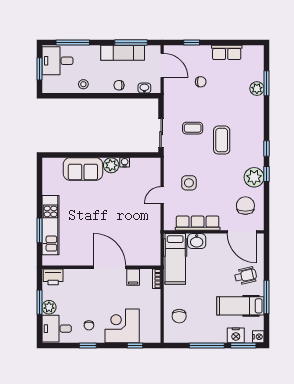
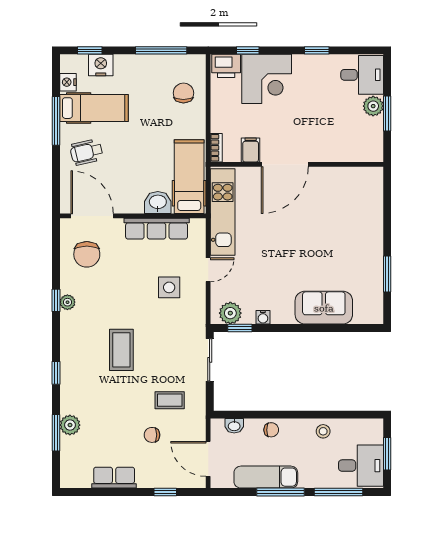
window: (131, 43) -> (281, 492), moved
coffee table: (193, 128) -> (170, 400), moved
window: (266, 148) -> (56, 373), moved
window: (140, 155) -> (240, 328), added
plant: (111, 165) -> (230, 313), moved
plant: (254, 177) -> (67, 302), width x0.53, depth x0.53
kitchen unit: (51, 225) -> (223, 212), moved, turned 180
window: (40, 230) -> (387, 274), moved
door: (110, 267) -> (285, 164), hinge flipped
printer: (53, 277) -> (226, 66), moved, turned 180
chair: (89, 325) -> (315, 80), removed
nightstand: (258, 337) -> (68, 82), moved
window: (207, 345) -> (161, 50), moved
window: (243, 345) -> (90, 50), width x0.67

